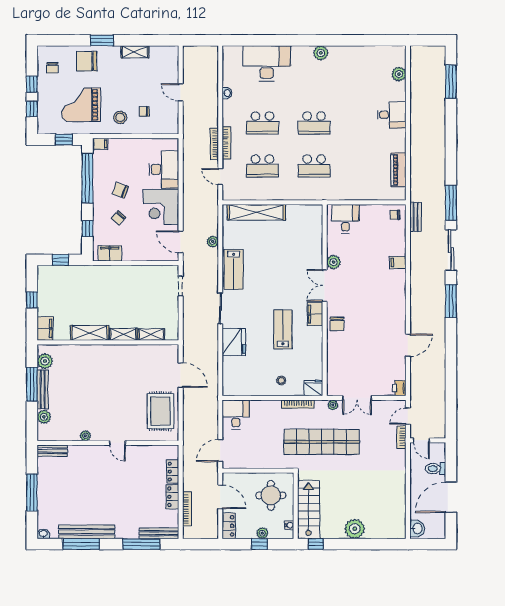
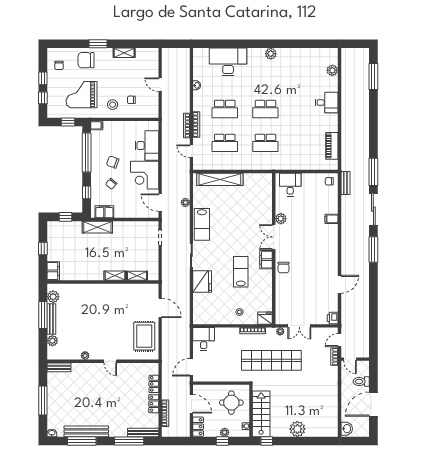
shelving: (90, 333) -> (97, 227), moved

